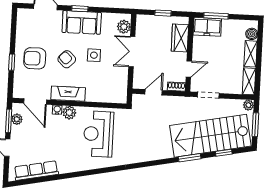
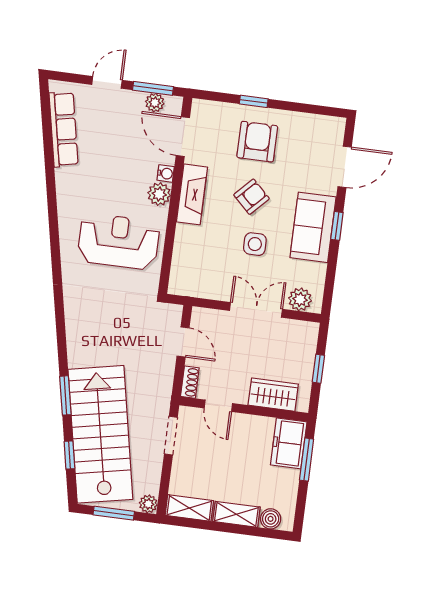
door: (35, 101) -> (183, 137), hinge flipped

